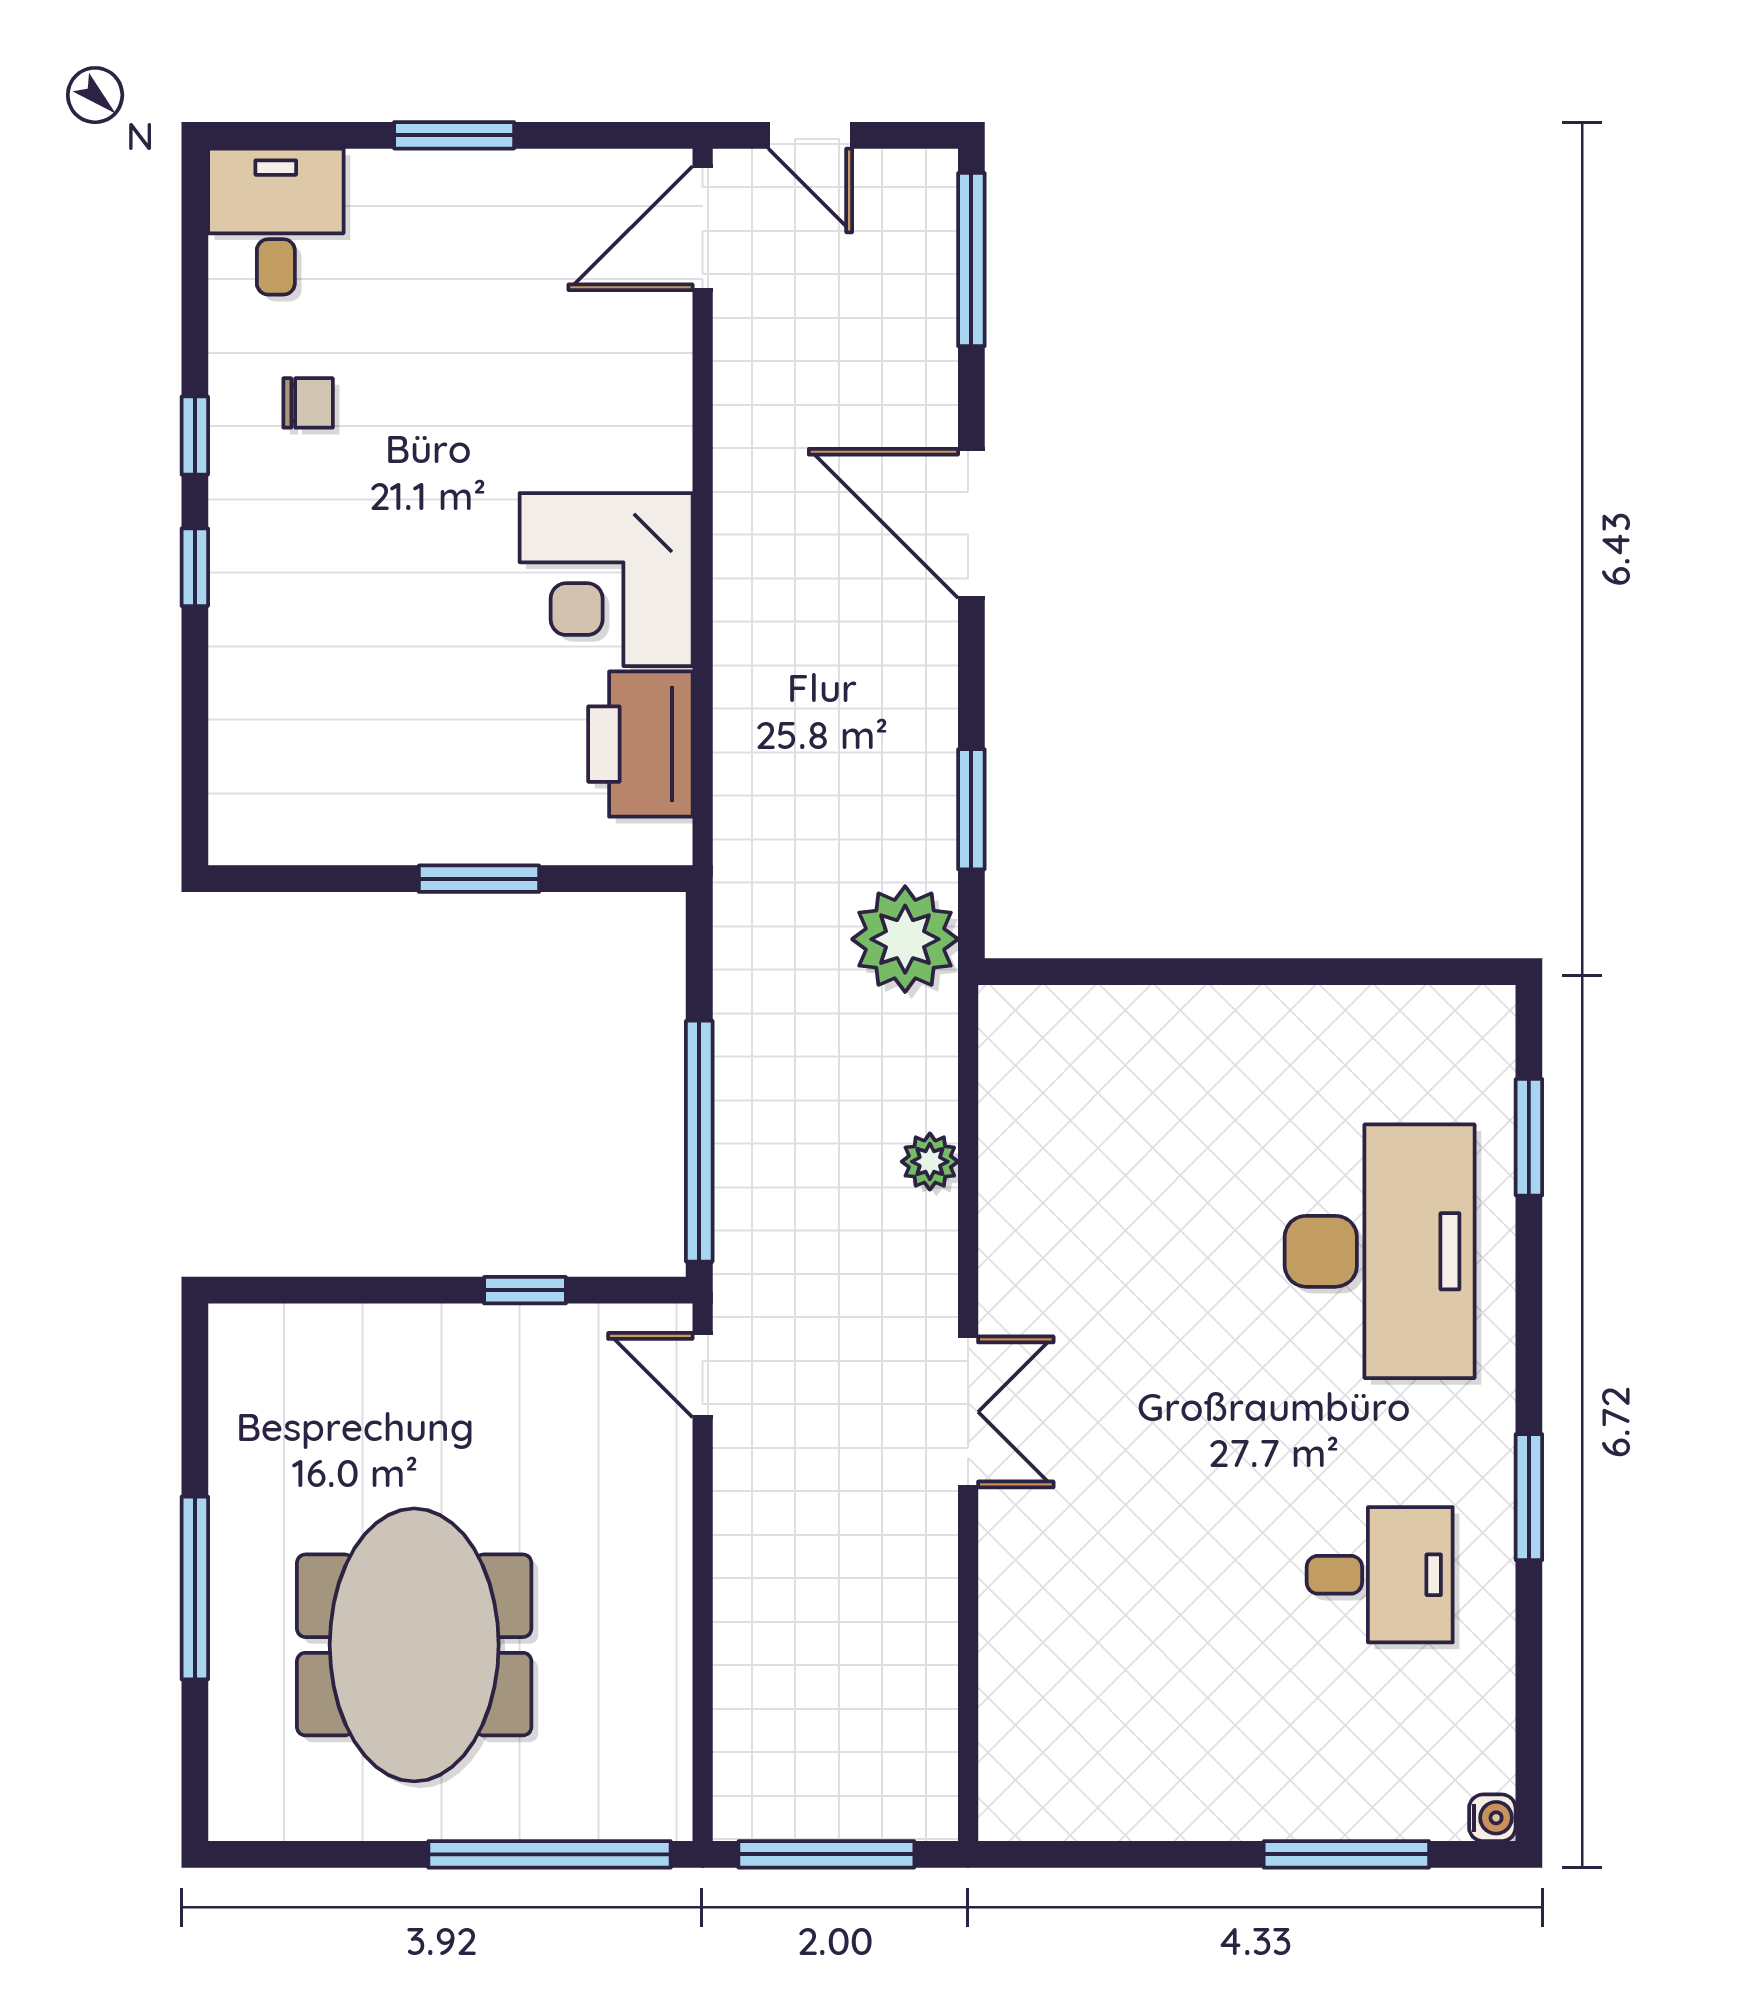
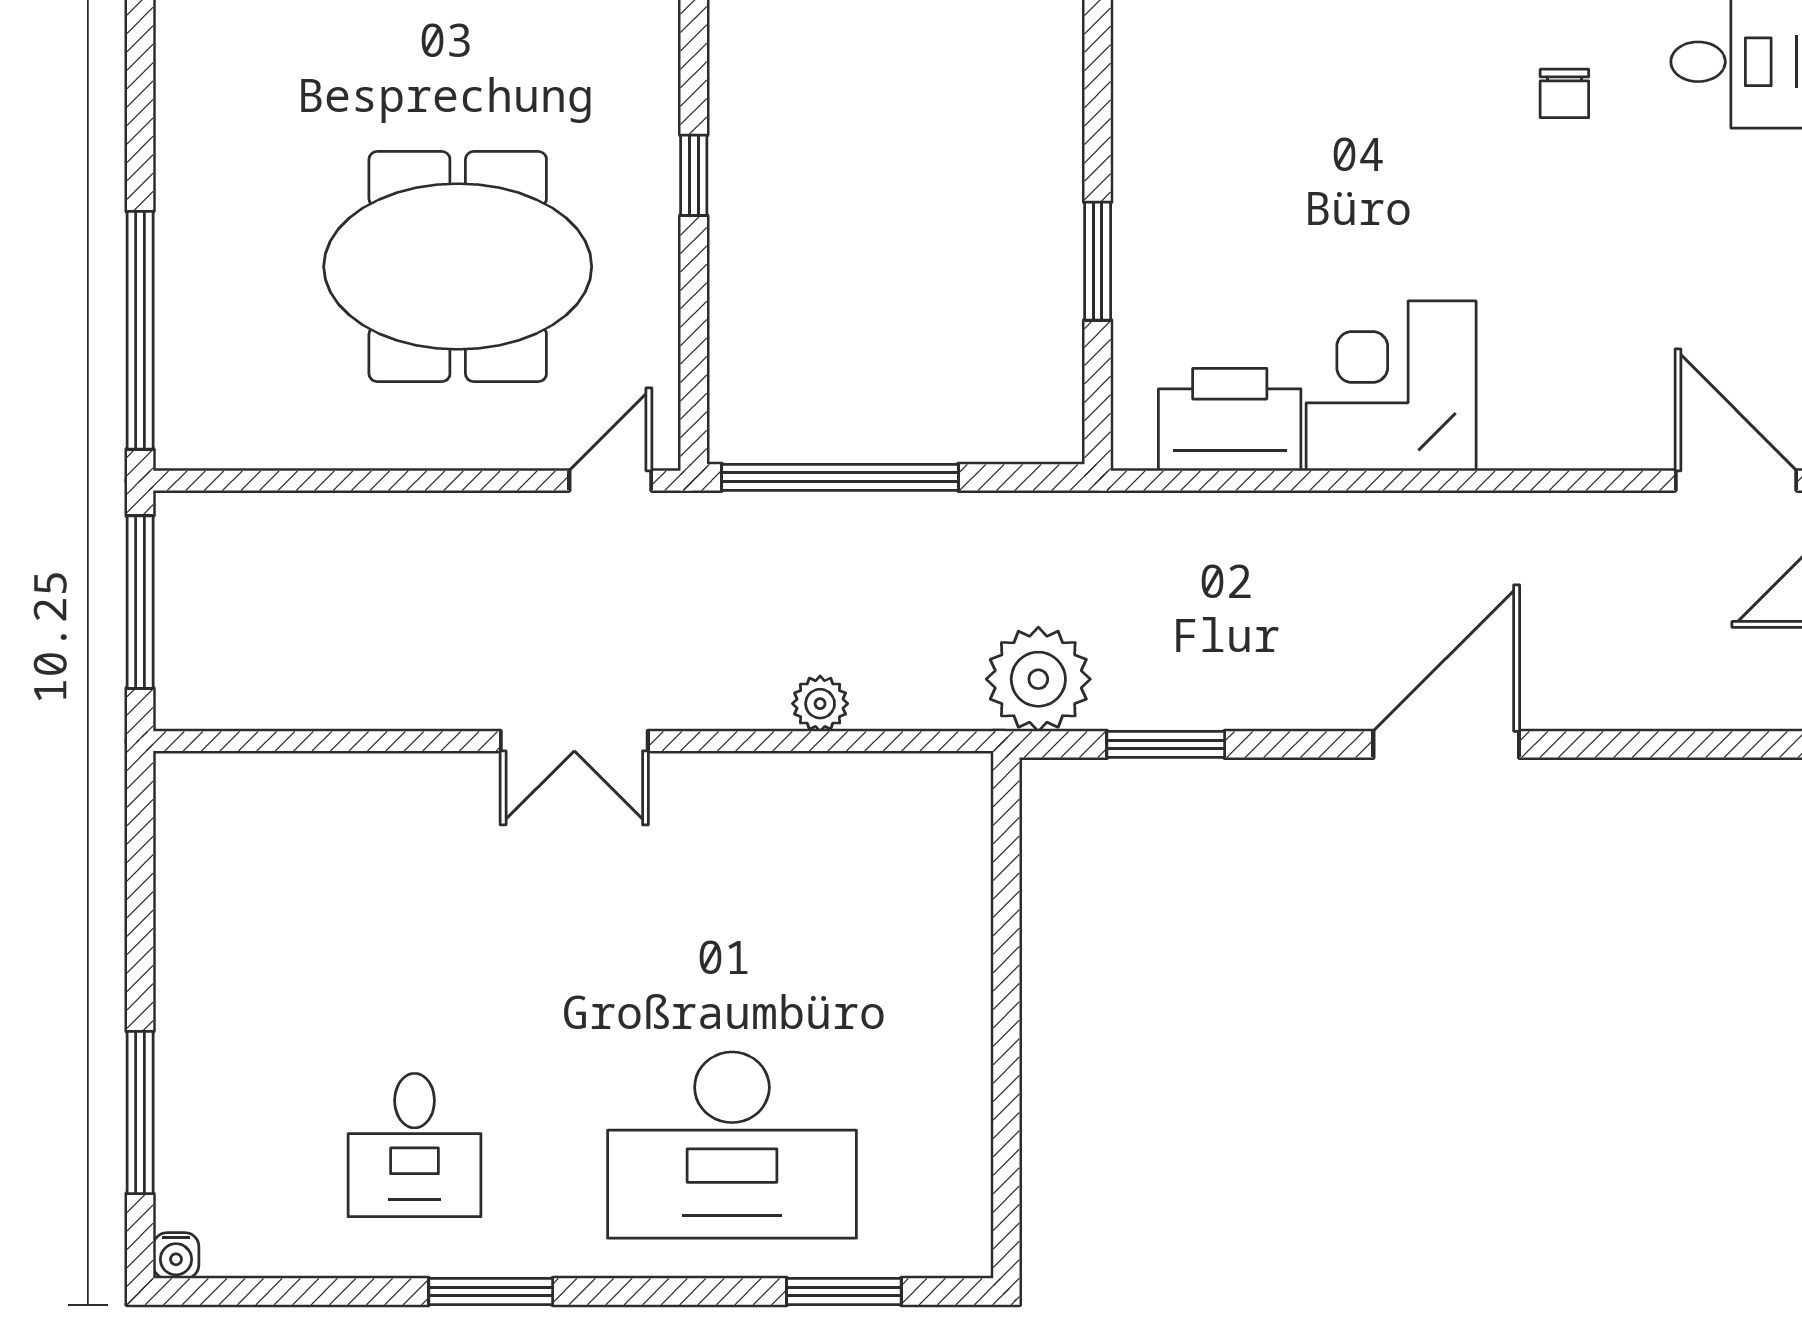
window: (971, 260) -> (1705, 744), removed
window: (525, 1290) -> (694, 175), moved
meeting table: (414, 1645) -> (458, 267), moved

